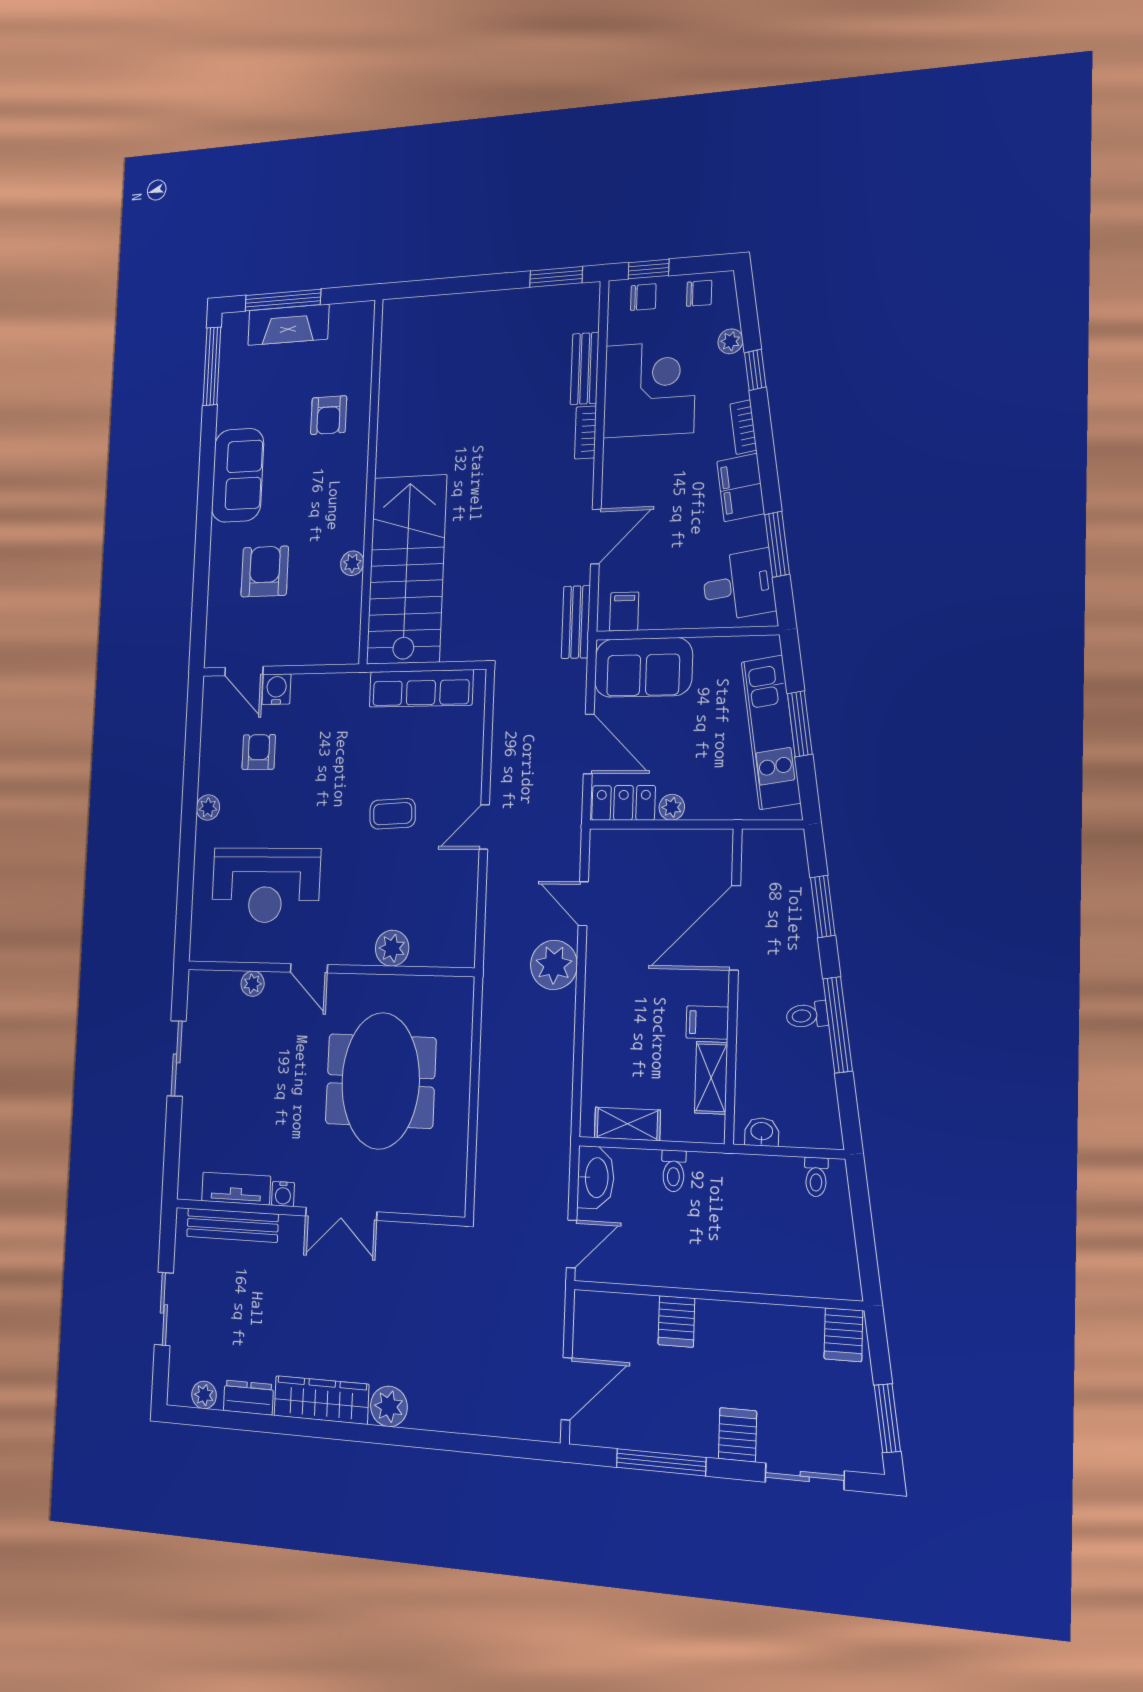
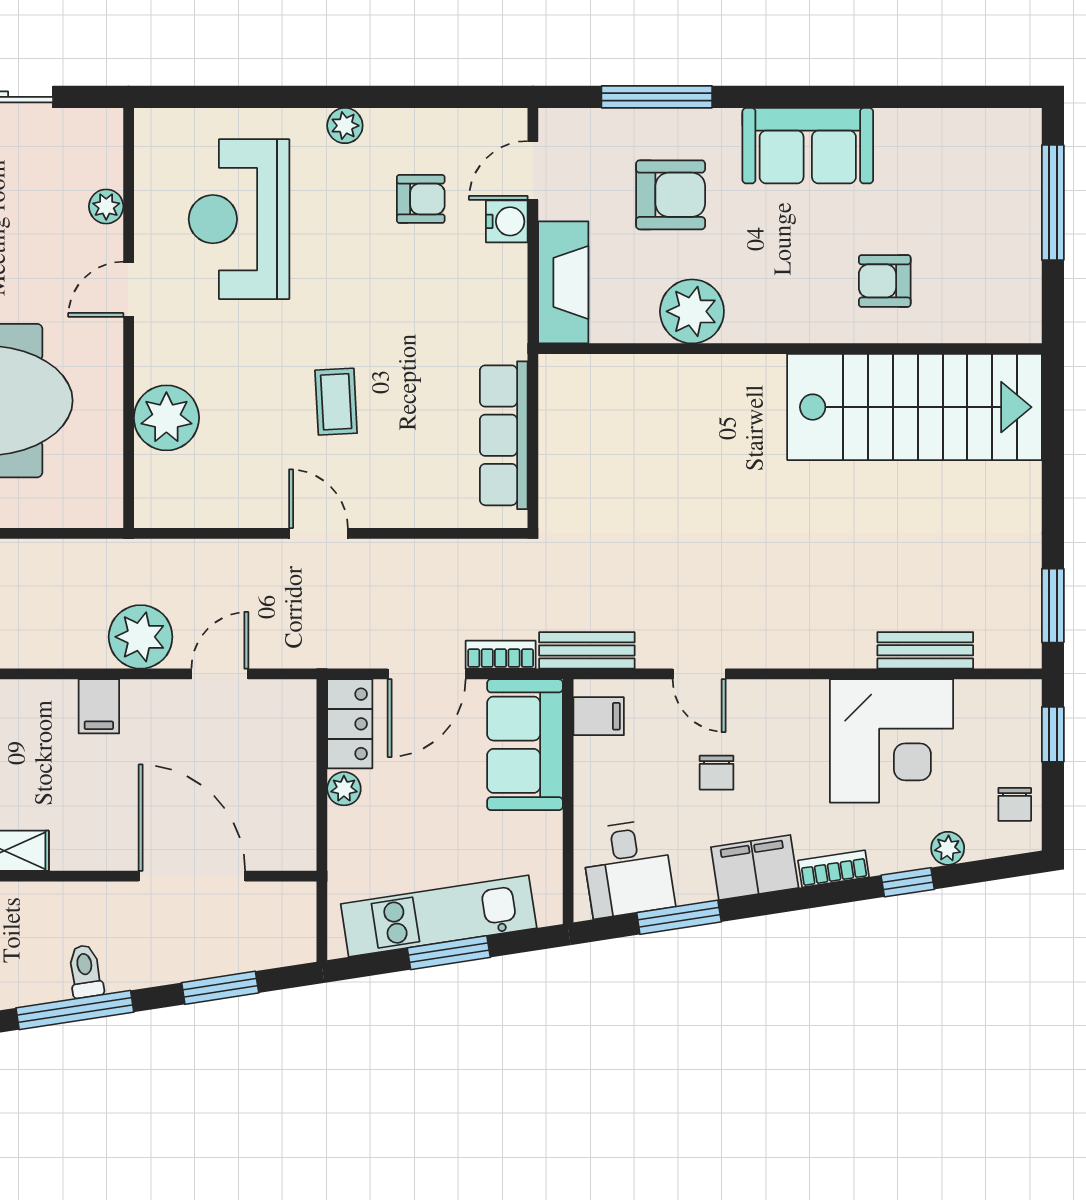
chair: (643, 297) -> (717, 773), moved
fireplace: (288, 325) -> (563, 282), moved, turned 180
window: (212, 366) -> (657, 97), moved
bookcase: (586, 433) -> (501, 655), moved
door: (596, 537) -> (699, 674), width x0.73
plant: (352, 563) -> (692, 311), width x1.88, depth x1.88
stairs: (407, 569) -> (915, 407), moved
plant: (392, 948) -> (166, 418), width x1.36, depth x1.36
filing cabinet: (707, 1023) -> (99, 706), moved, turned 180

